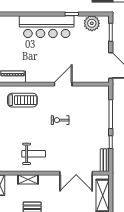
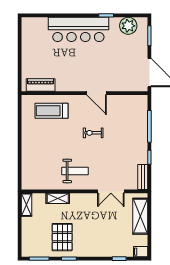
door: (63, 84) -> (97, 93), swing flipped
treadmill: (22, 100) -> (51, 111), turned 180
weight bench: (34, 154) -> (75, 171), moved
double door: (76, 173) -> (111, 191), width x0.73

